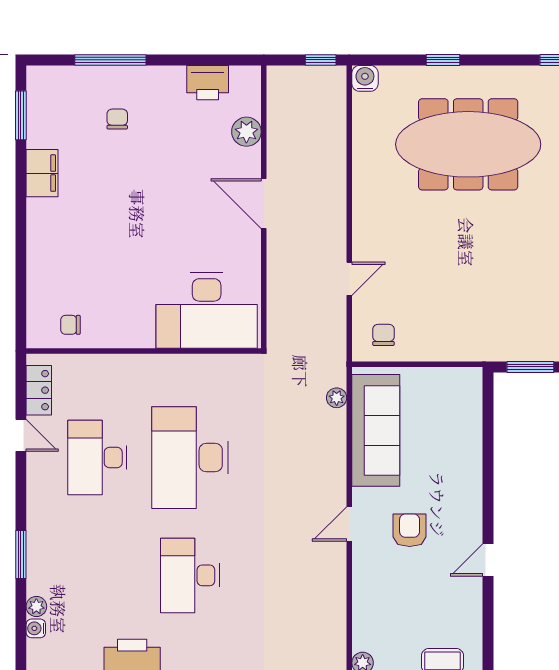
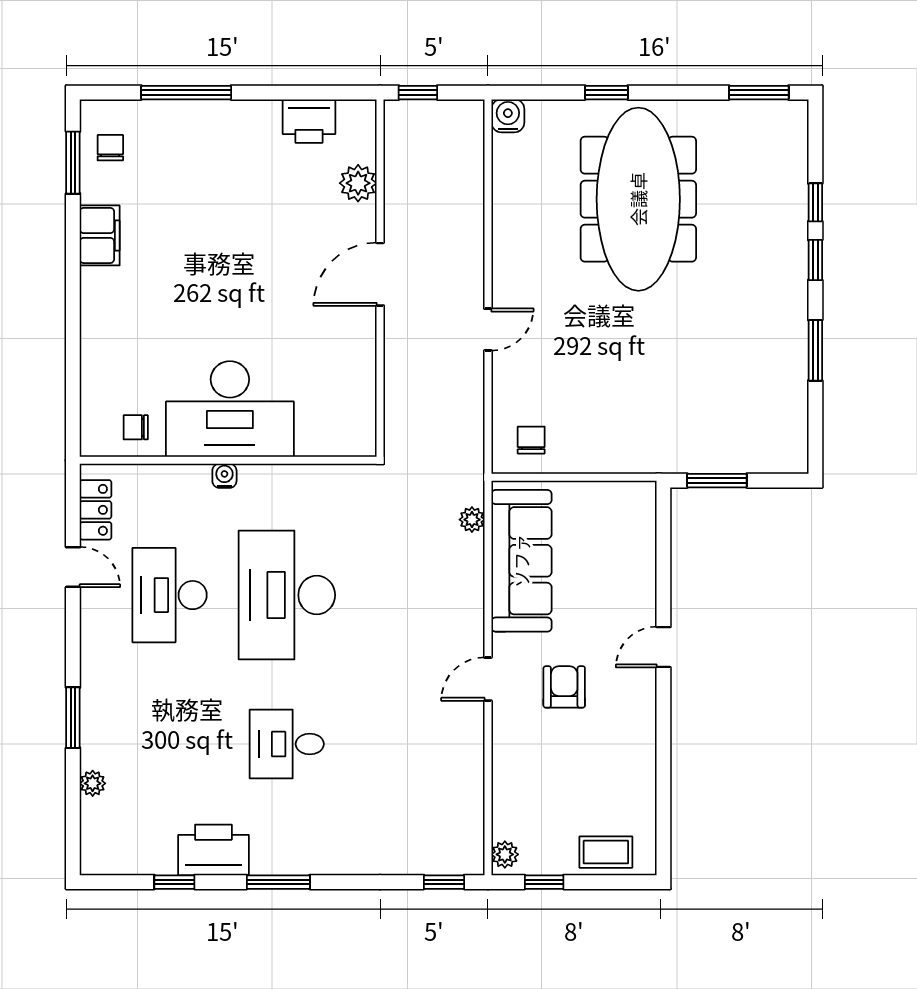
window: (321, 60) -> (418, 93), moved
chair: (117, 119) -> (110, 148), moved
meeting table: (468, 144) -> (638, 199), turned 90
door: (264, 204) -> (380, 274), hinge flipped
door: (349, 279) -> (488, 330), moved
desk: (207, 310) -> (230, 409), moved
door: (488, 560) -> (663, 647), moved
desk: (190, 575) -> (287, 744), width x0.73
water cooler: (36, 628) -> (224, 476), moved, turned 90

